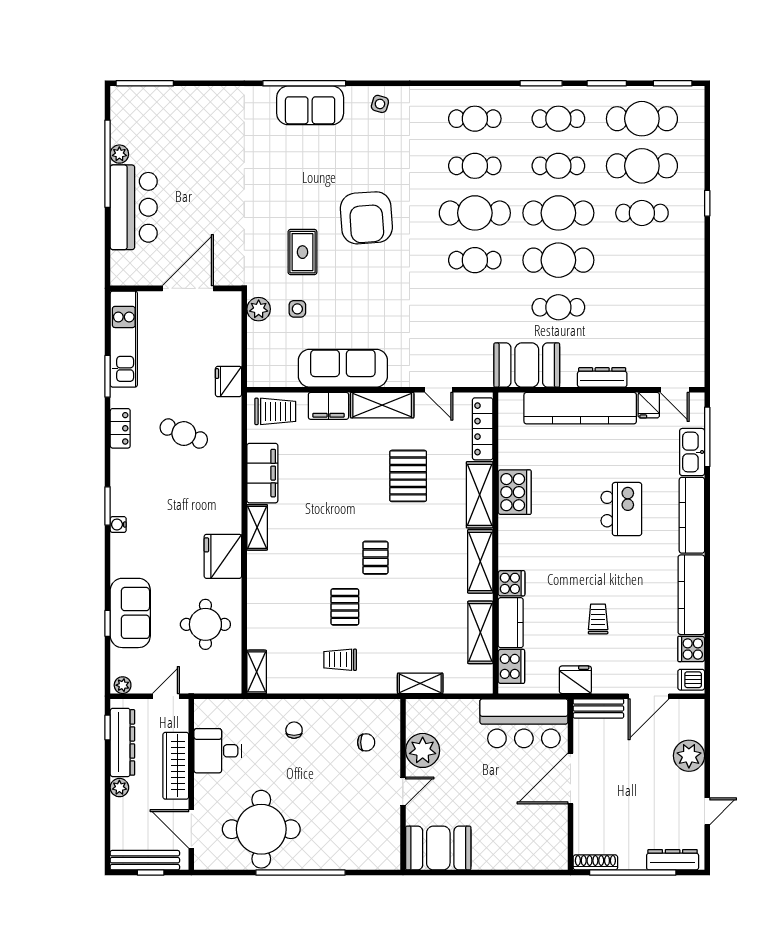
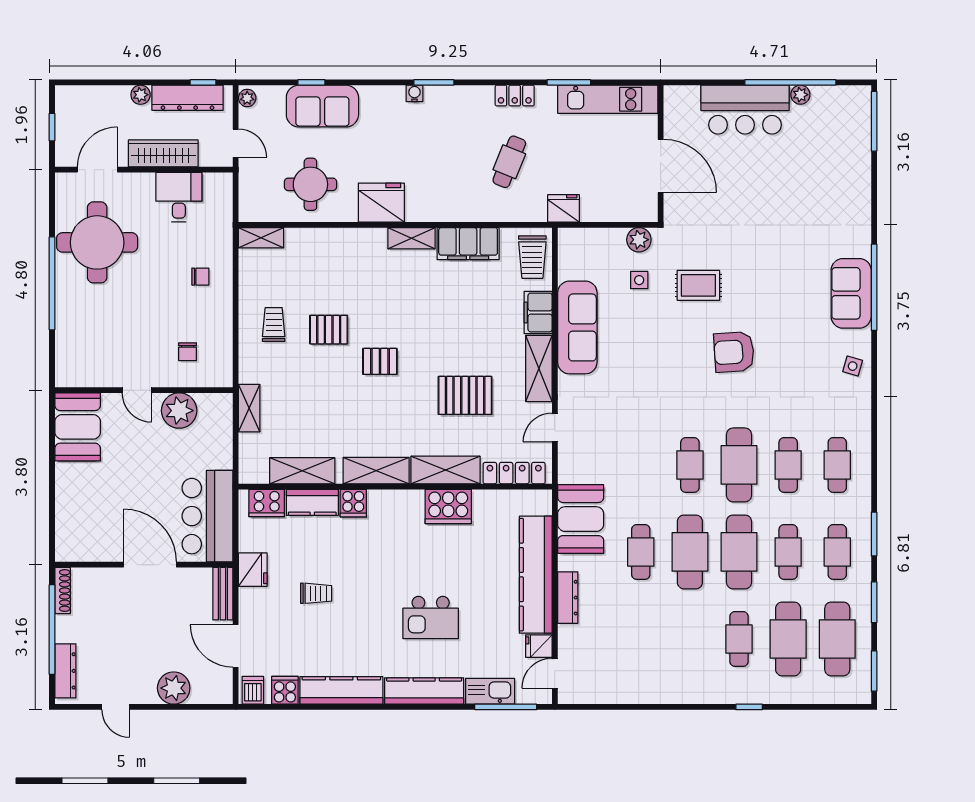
armchair: (366, 218) -> (734, 352), width x0.73, depth x0.73
bench: (145, 860) -> (65, 121), removed

